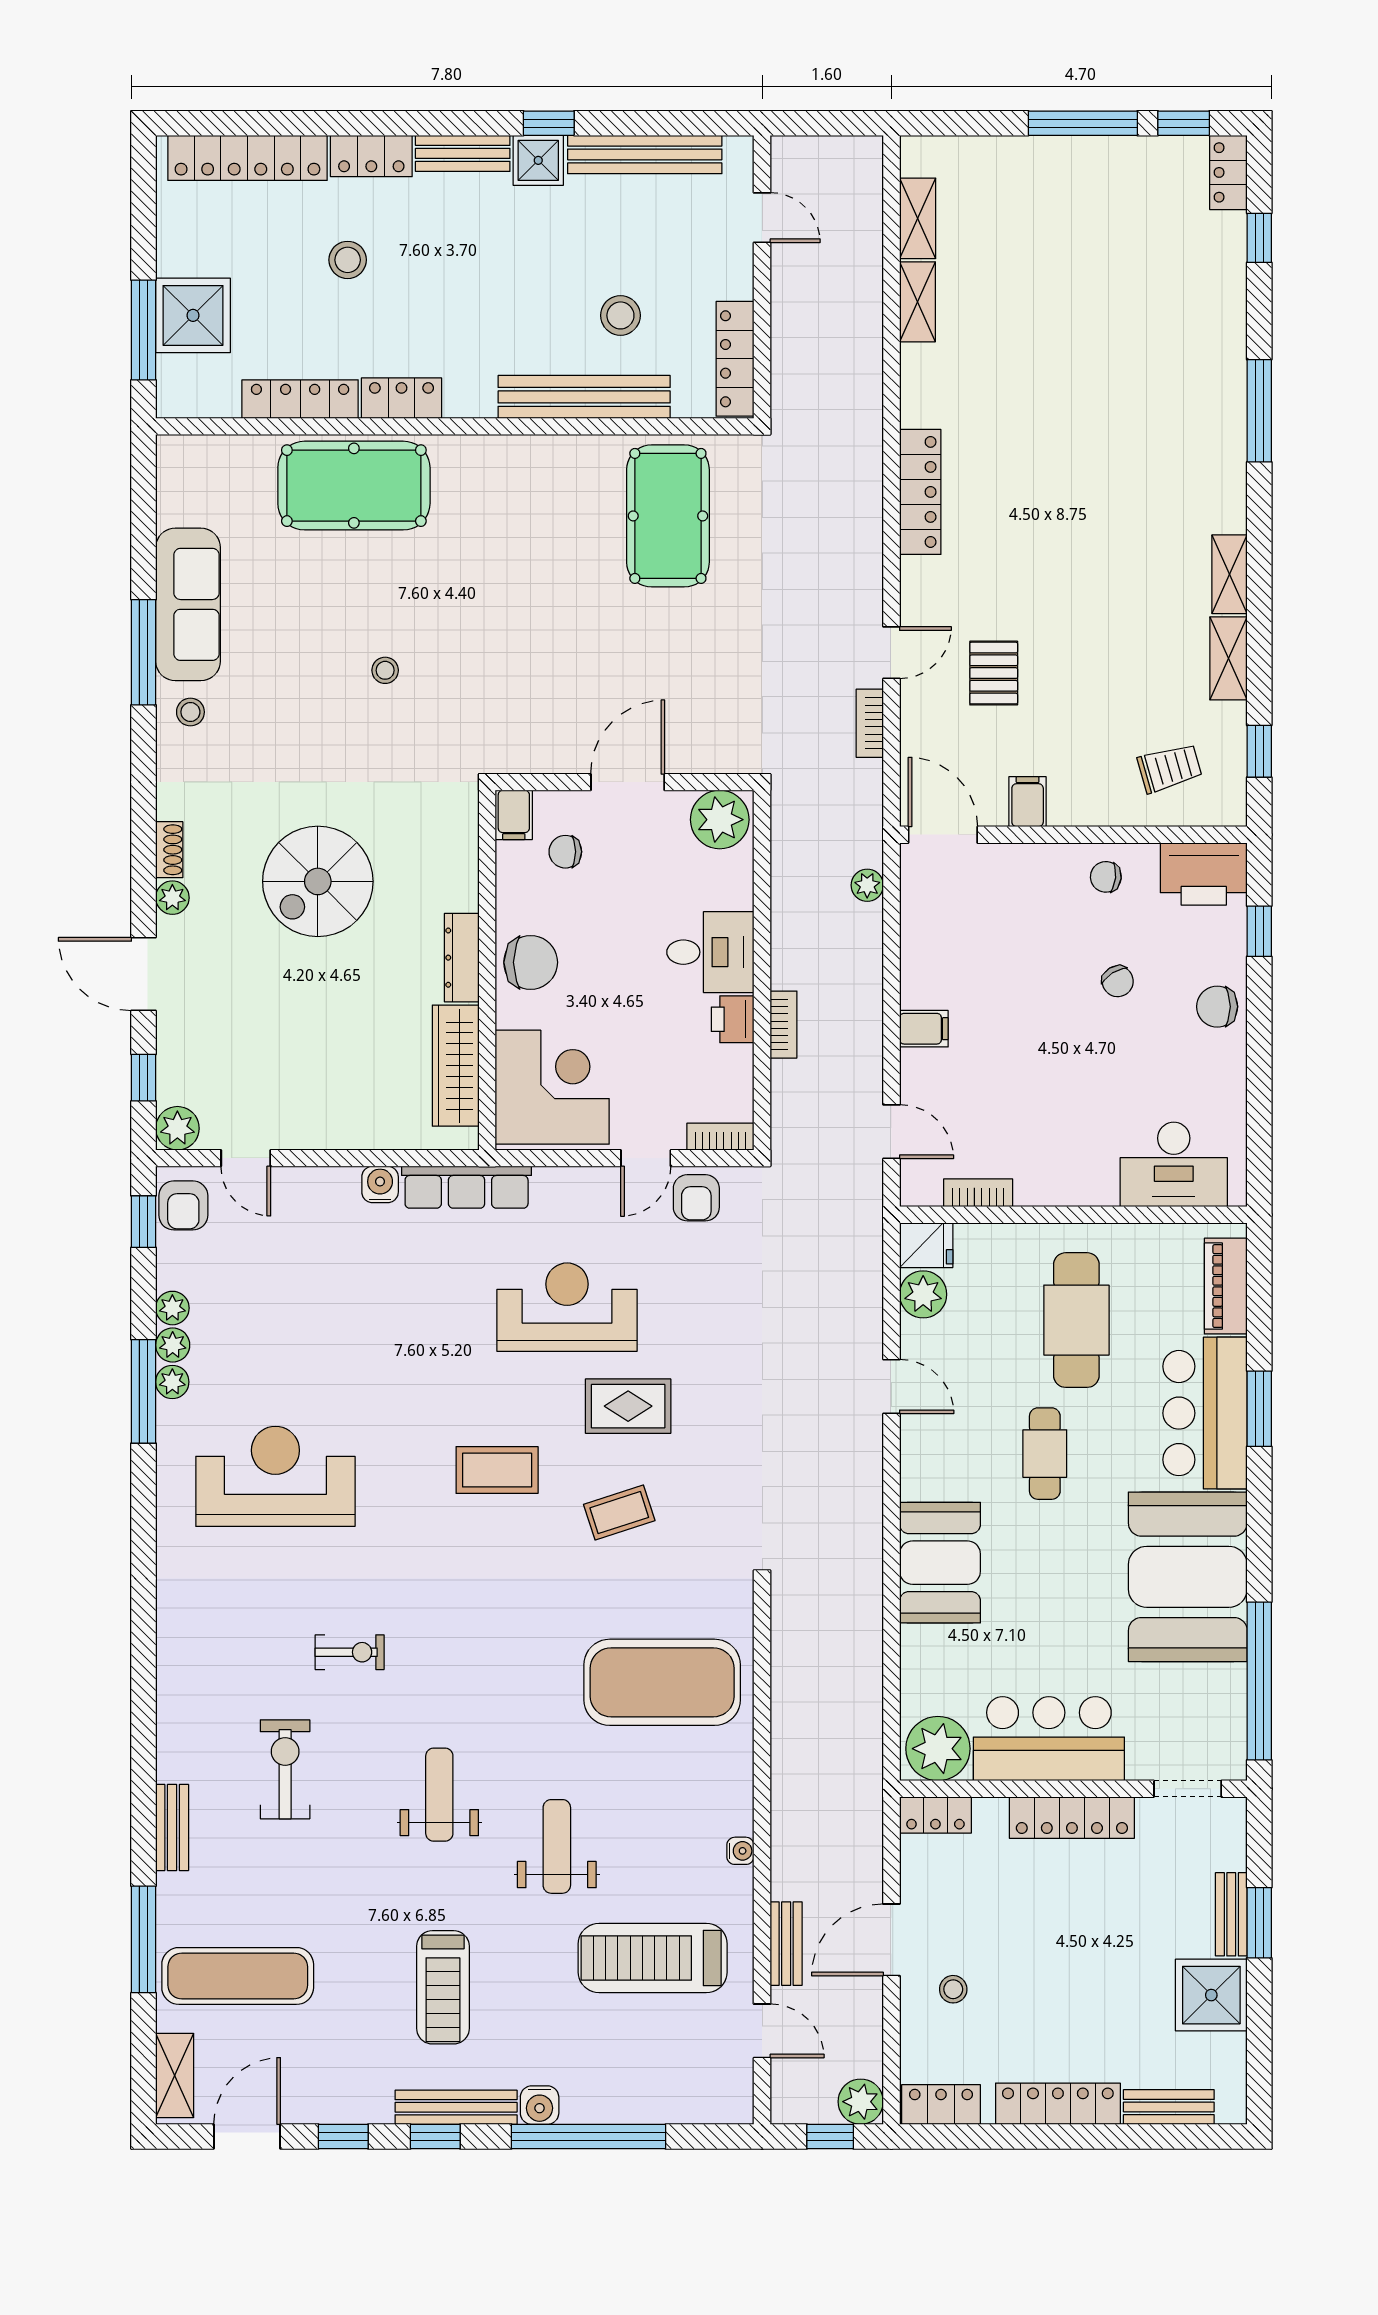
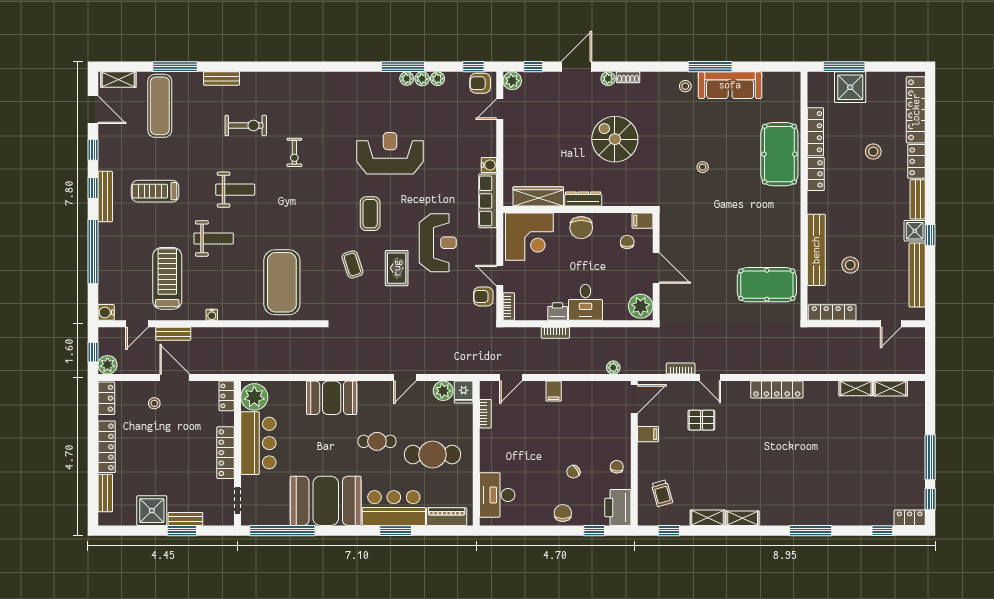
reception desk: (275, 1476) -> (390, 153), moved, turned -90
water cooler: (540, 2105) -> (106, 312), moved

